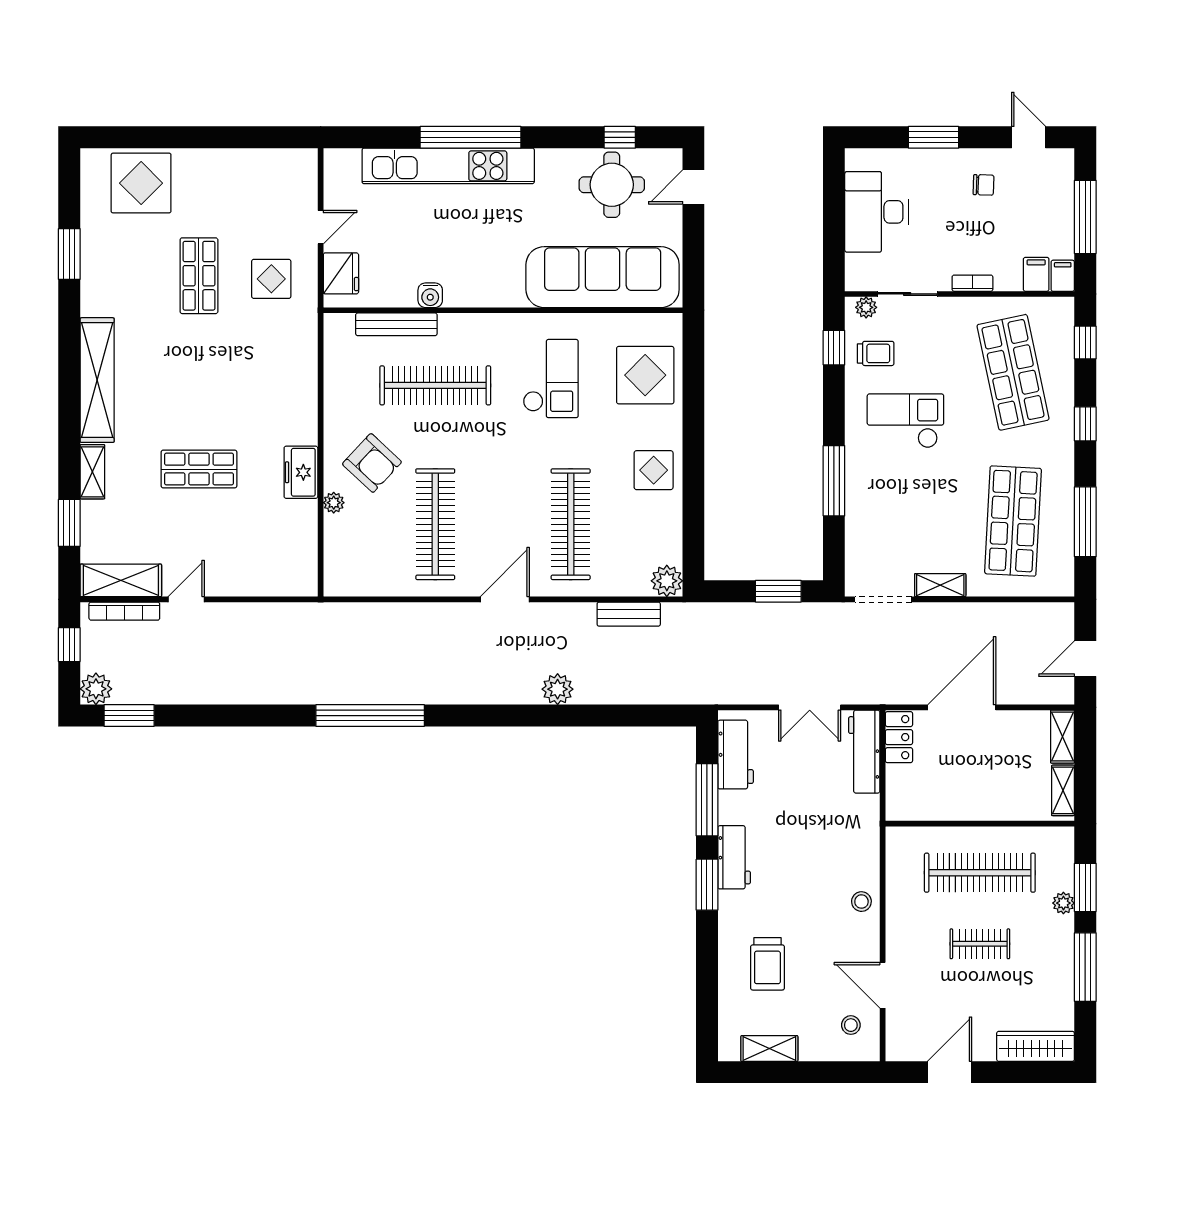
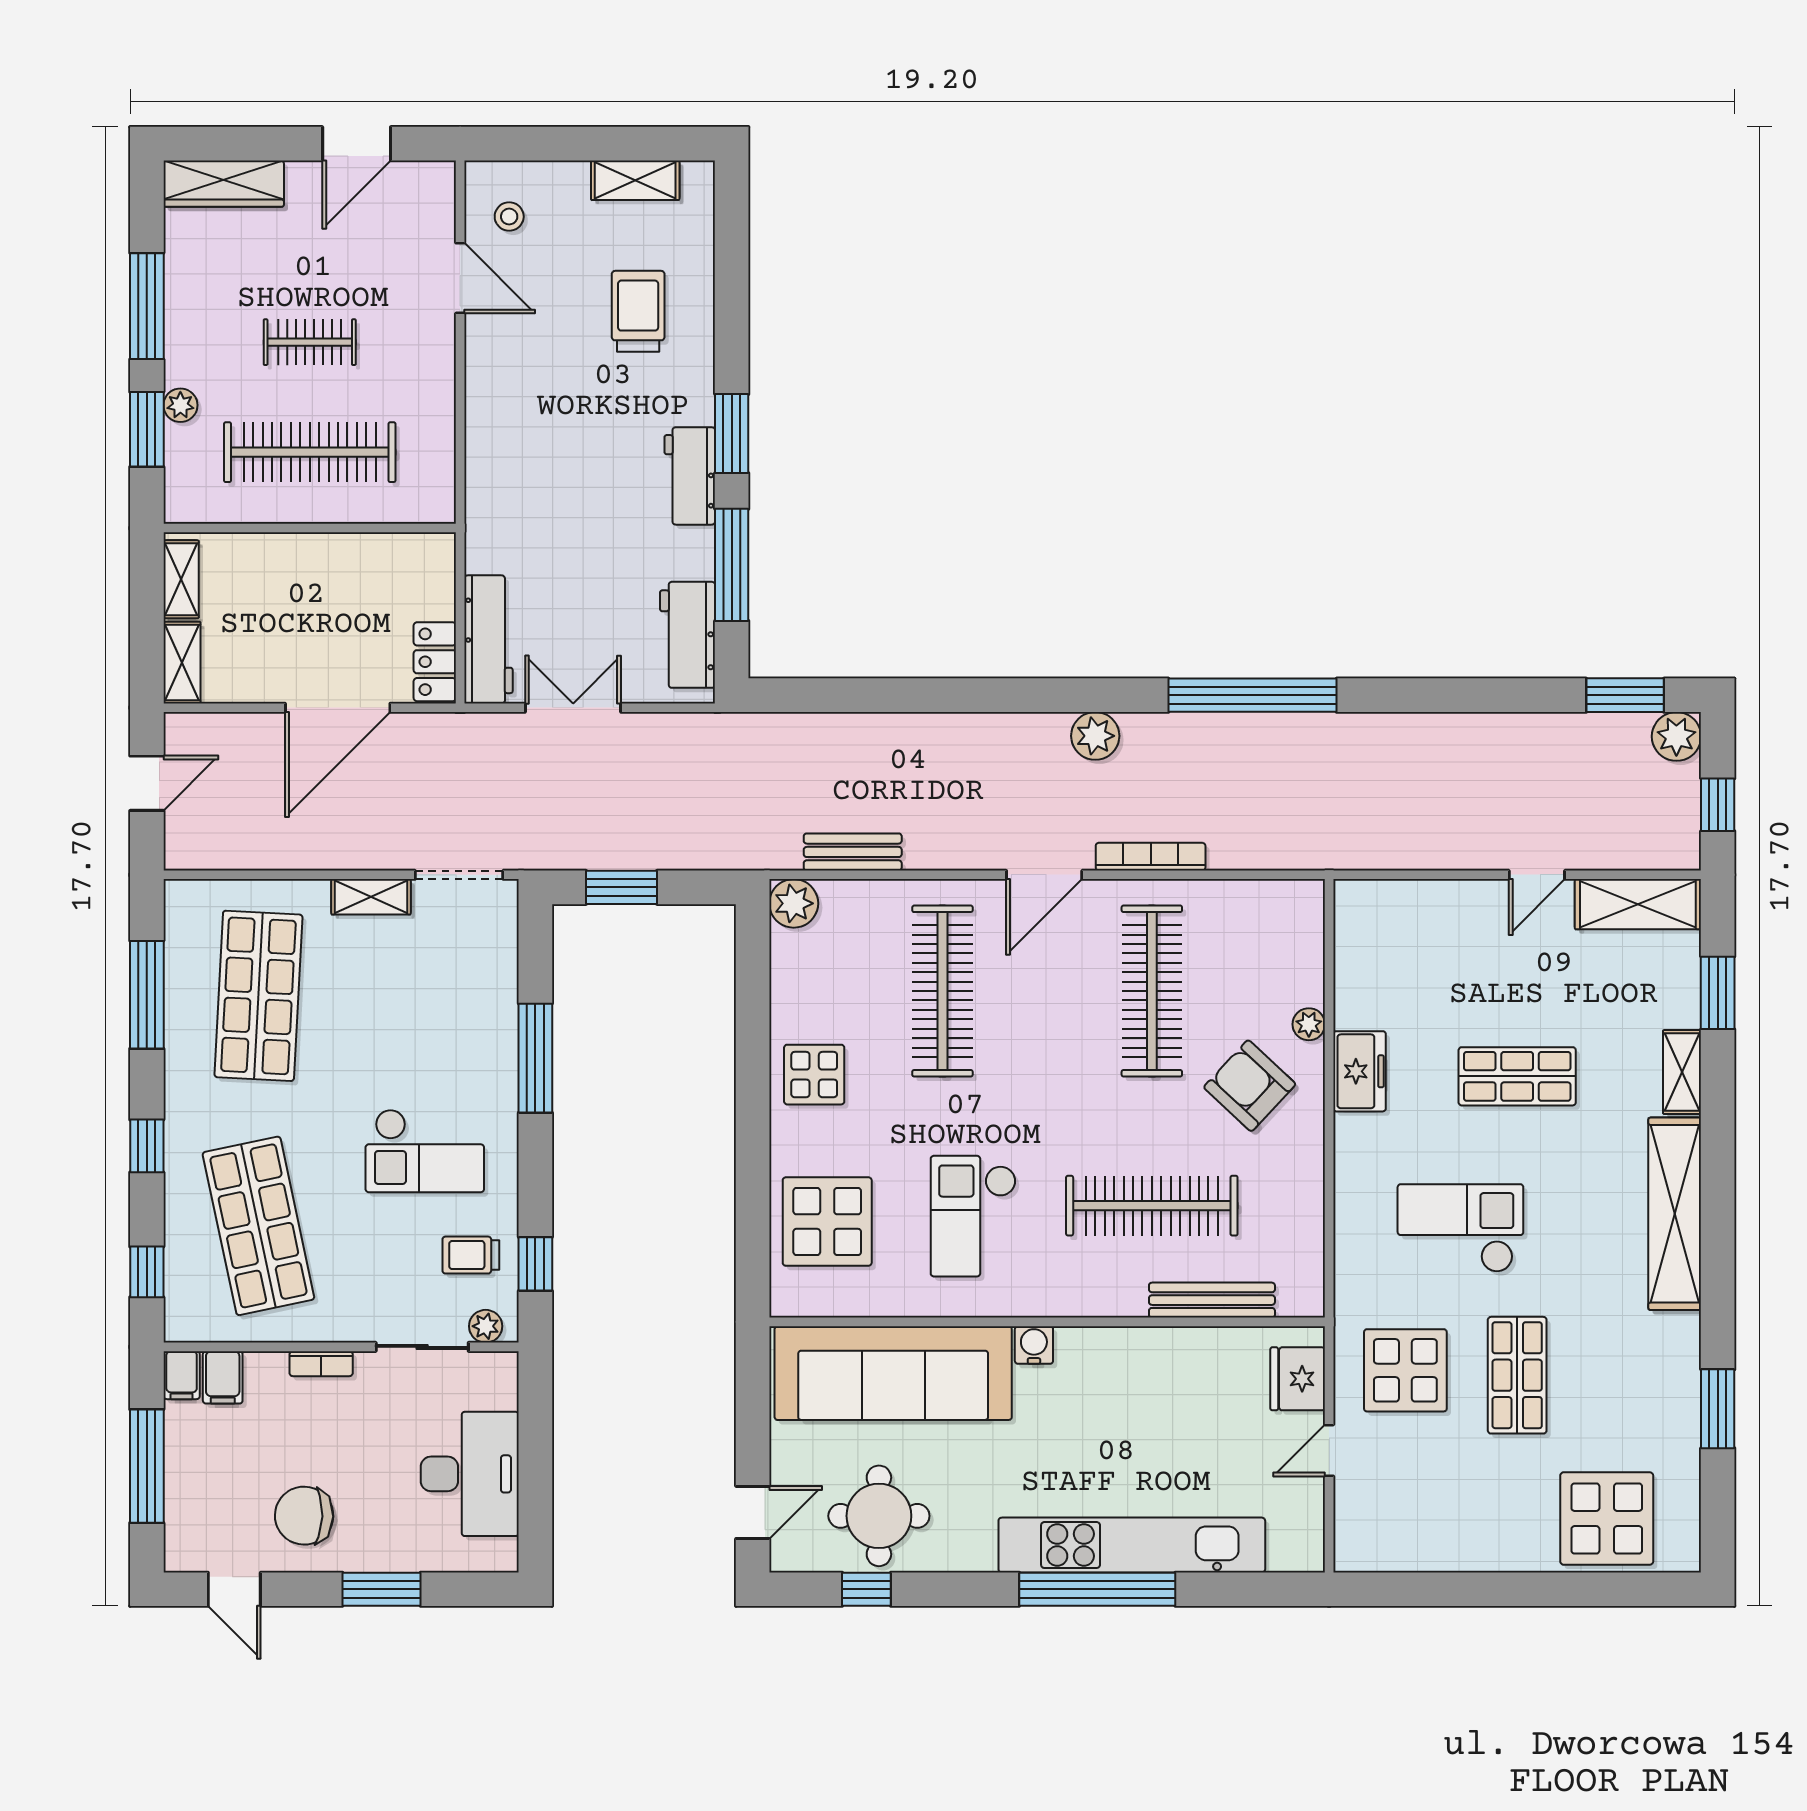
chair: (983, 185) -> (304, 1516), width x1.87, depth x1.87
display table: (271, 279) -> (1405, 1370), width x1.36, depth x1.36
water cooler: (430, 295) -> (1034, 1345), moved
checkout: (236, 371) -> (1460, 1228), added
bookcase: (124, 611) -> (1151, 857), moved
plant: (558, 689) -> (1095, 736), moved
stool: (861, 902) -> (493, 408), removed

